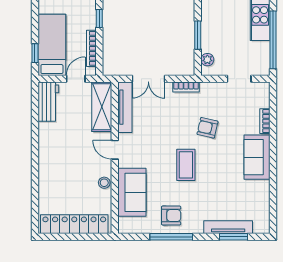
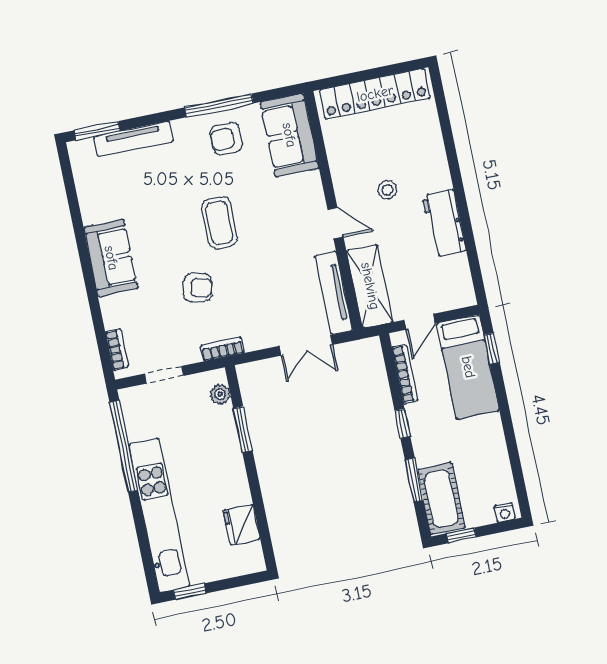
double door: (148, 79) -> (306, 345), swing flipped
bookcase: (186, 87) -> (223, 349), moved
workbench: (48, 102) -> (444, 223), moved
bookcase: (265, 121) -> (117, 349), moved
stool: (104, 183) -> (387, 190), moved
sofa: (132, 192) -> (289, 135), moved
window: (234, 237) -> (97, 131), moved

